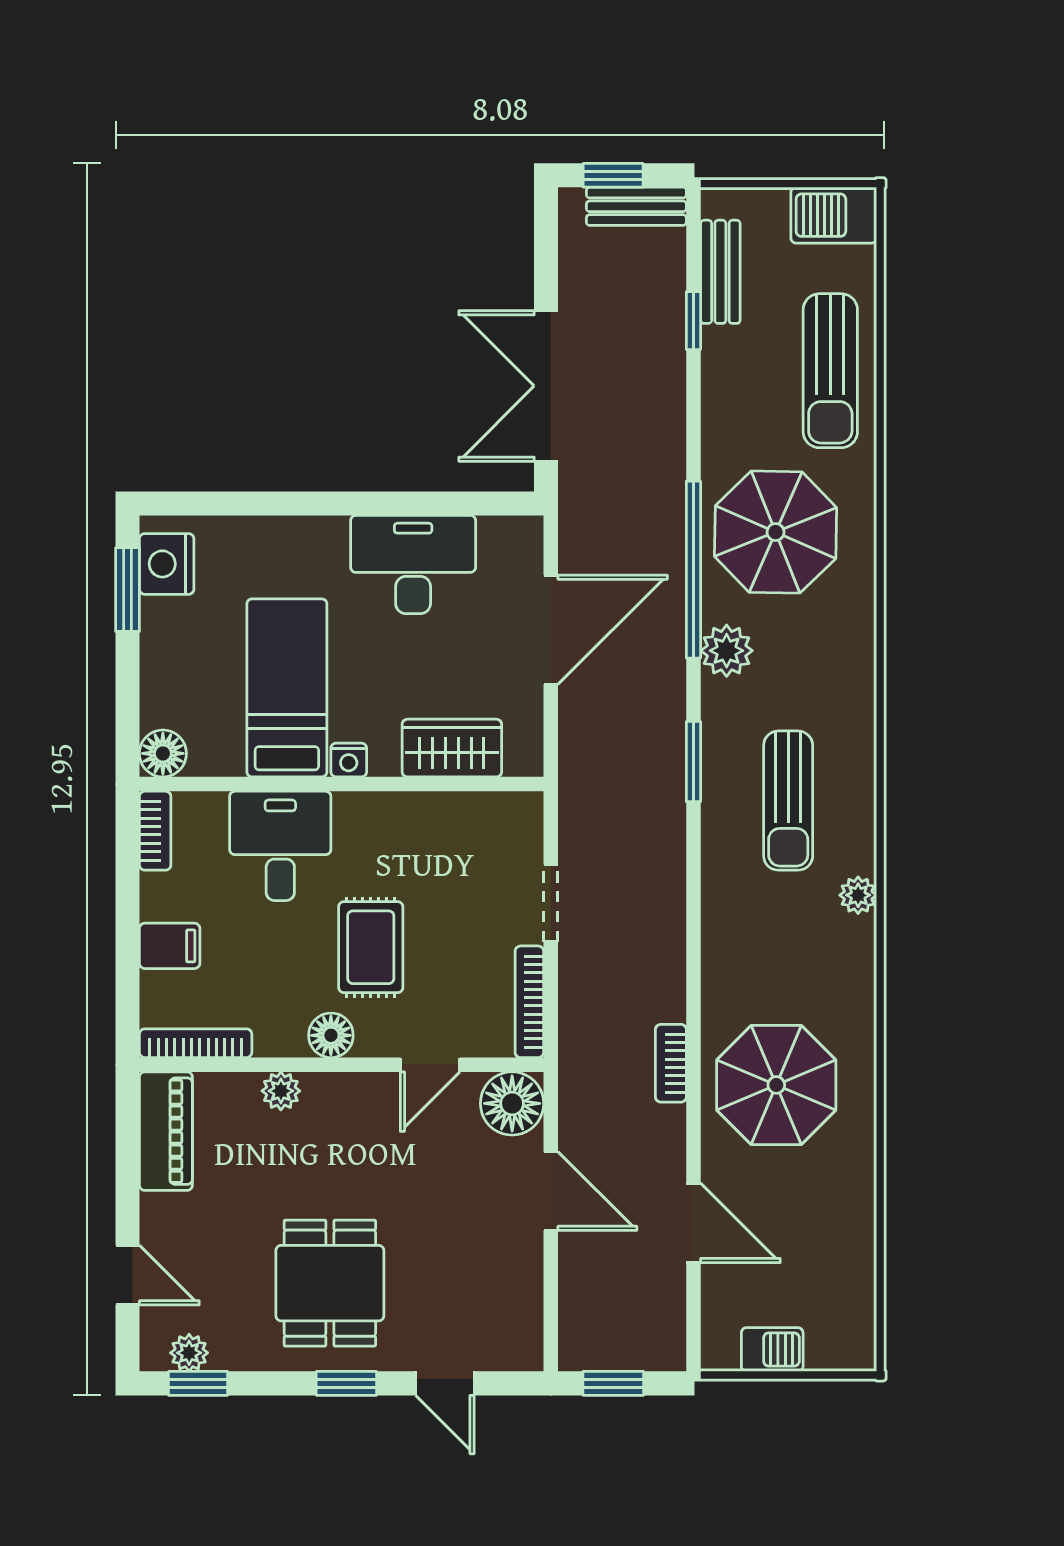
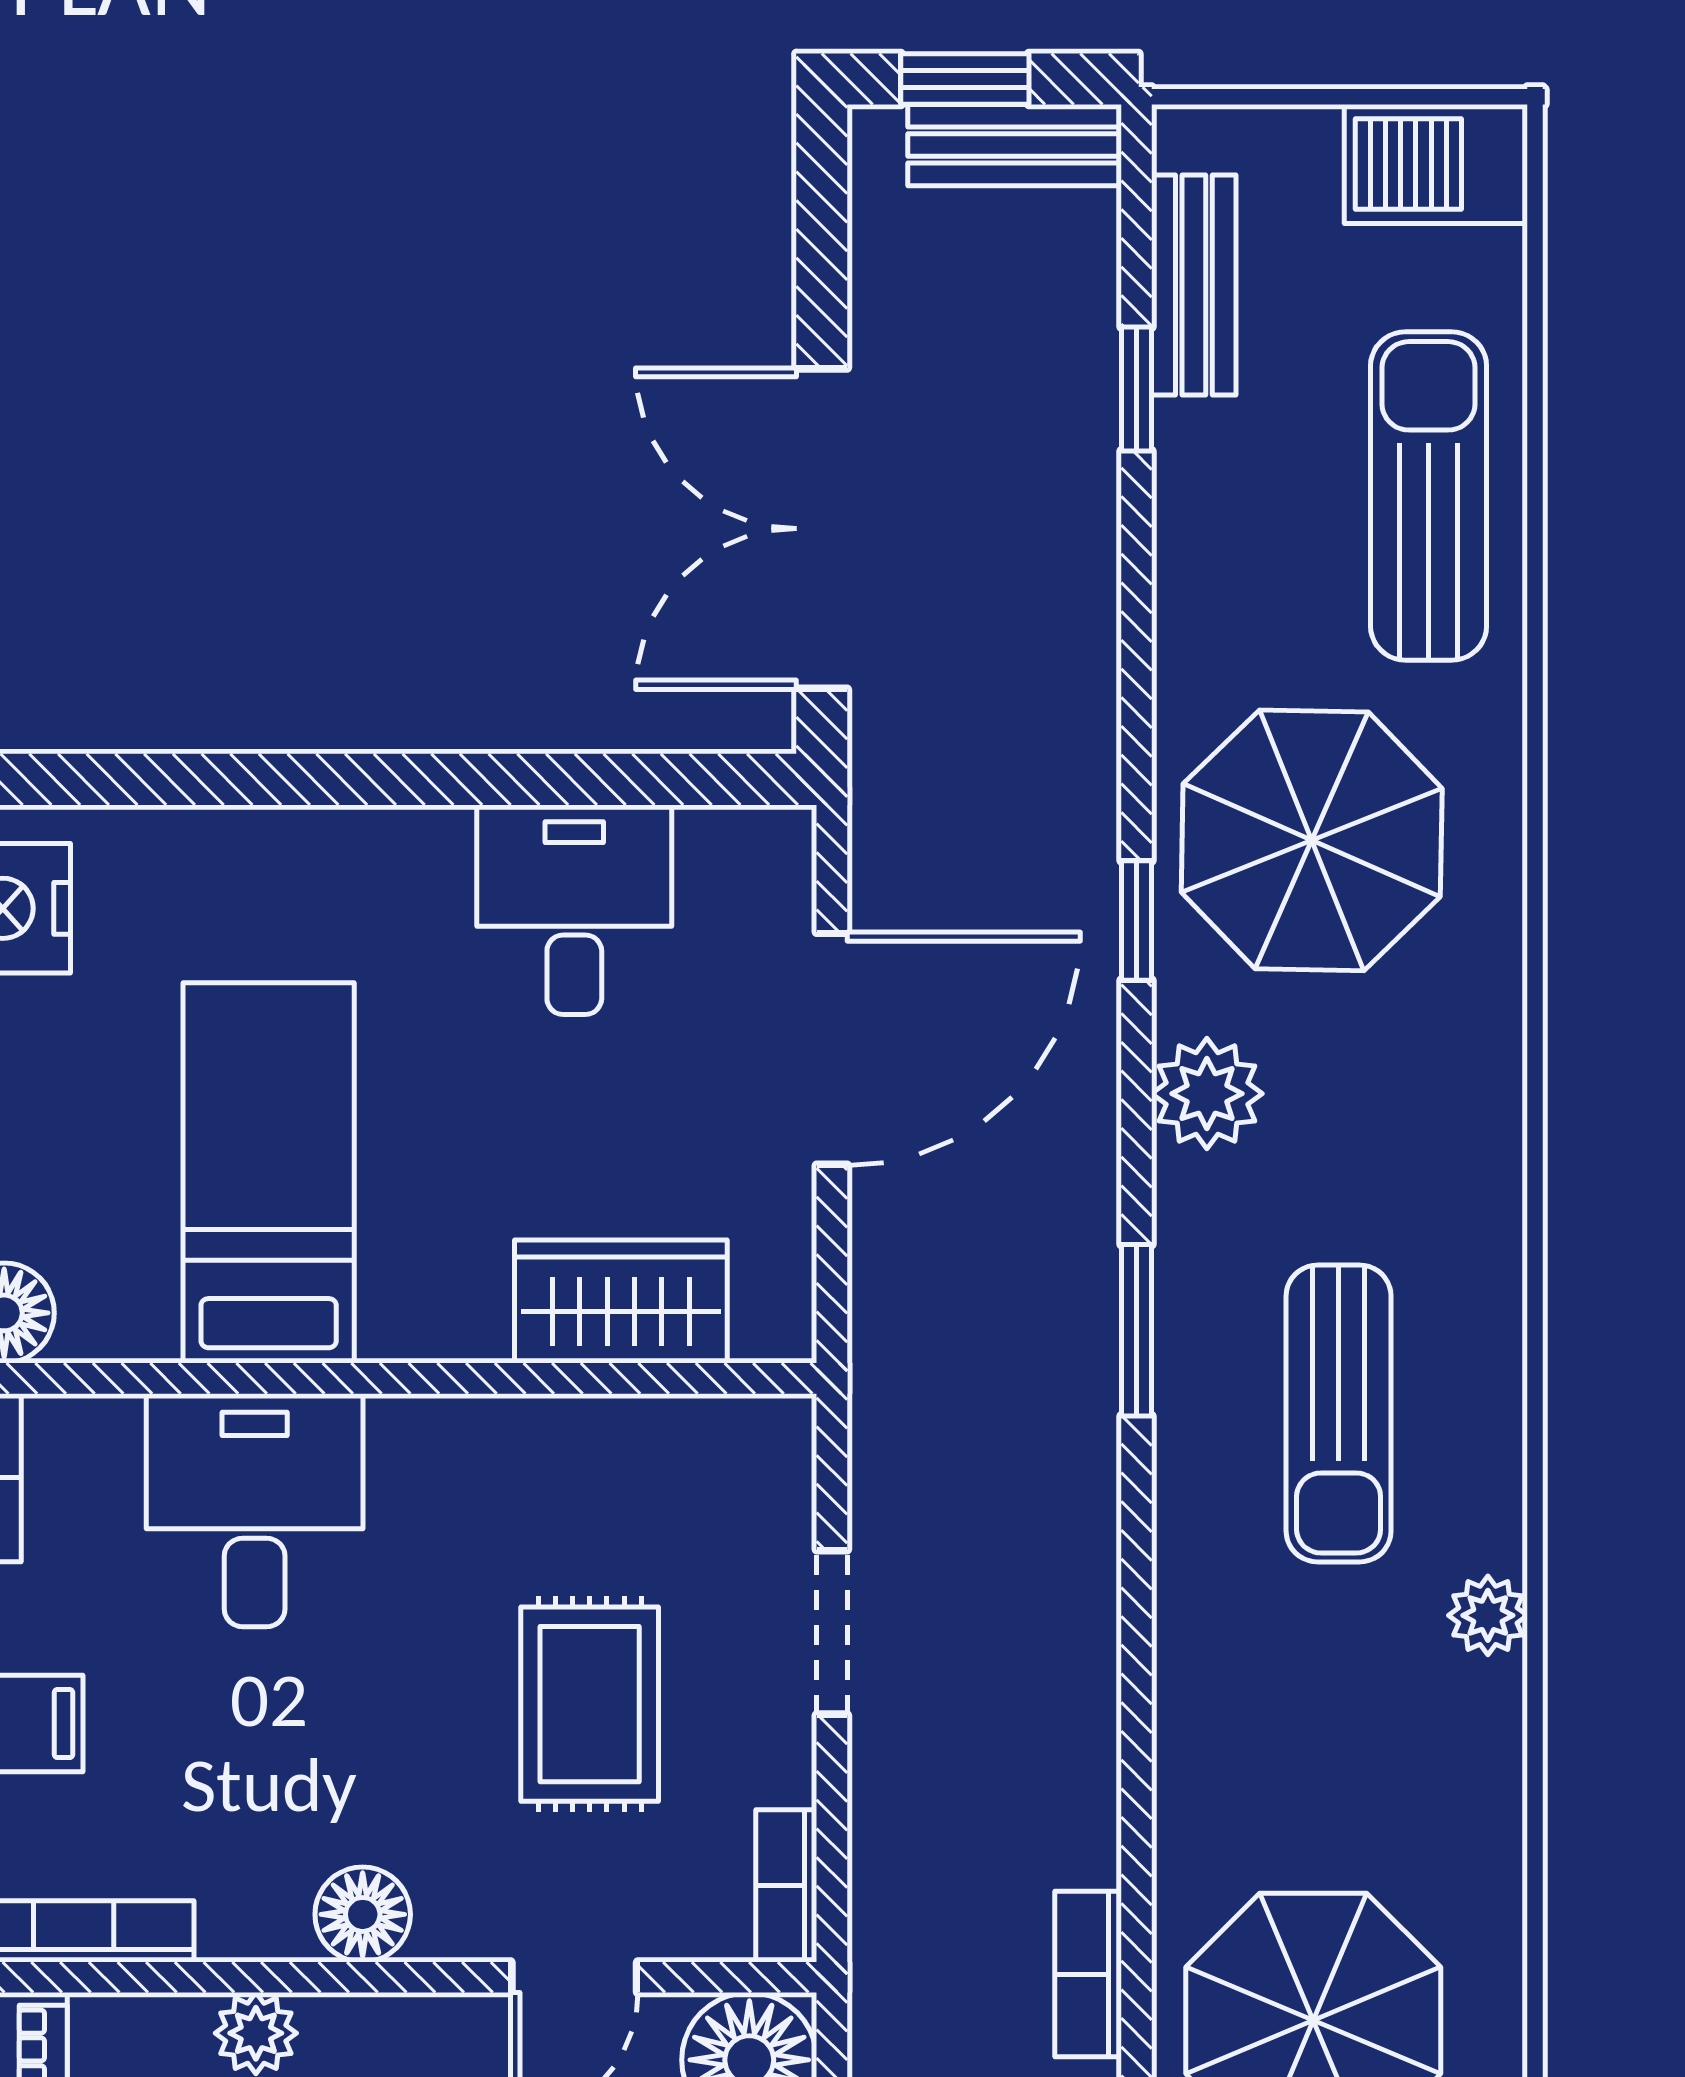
sun lounger: (830, 371) -> (1429, 496), turned 180
desk: (413, 565) -> (574, 910), width x0.73
window: (693, 570) -> (1136, 920), width x0.32
nightstand: (349, 760) -> (401, 1327), removed
rug: (371, 947) -> (590, 1704), moved
bookcase: (529, 1002) -> (786, 1886), width x0.64

